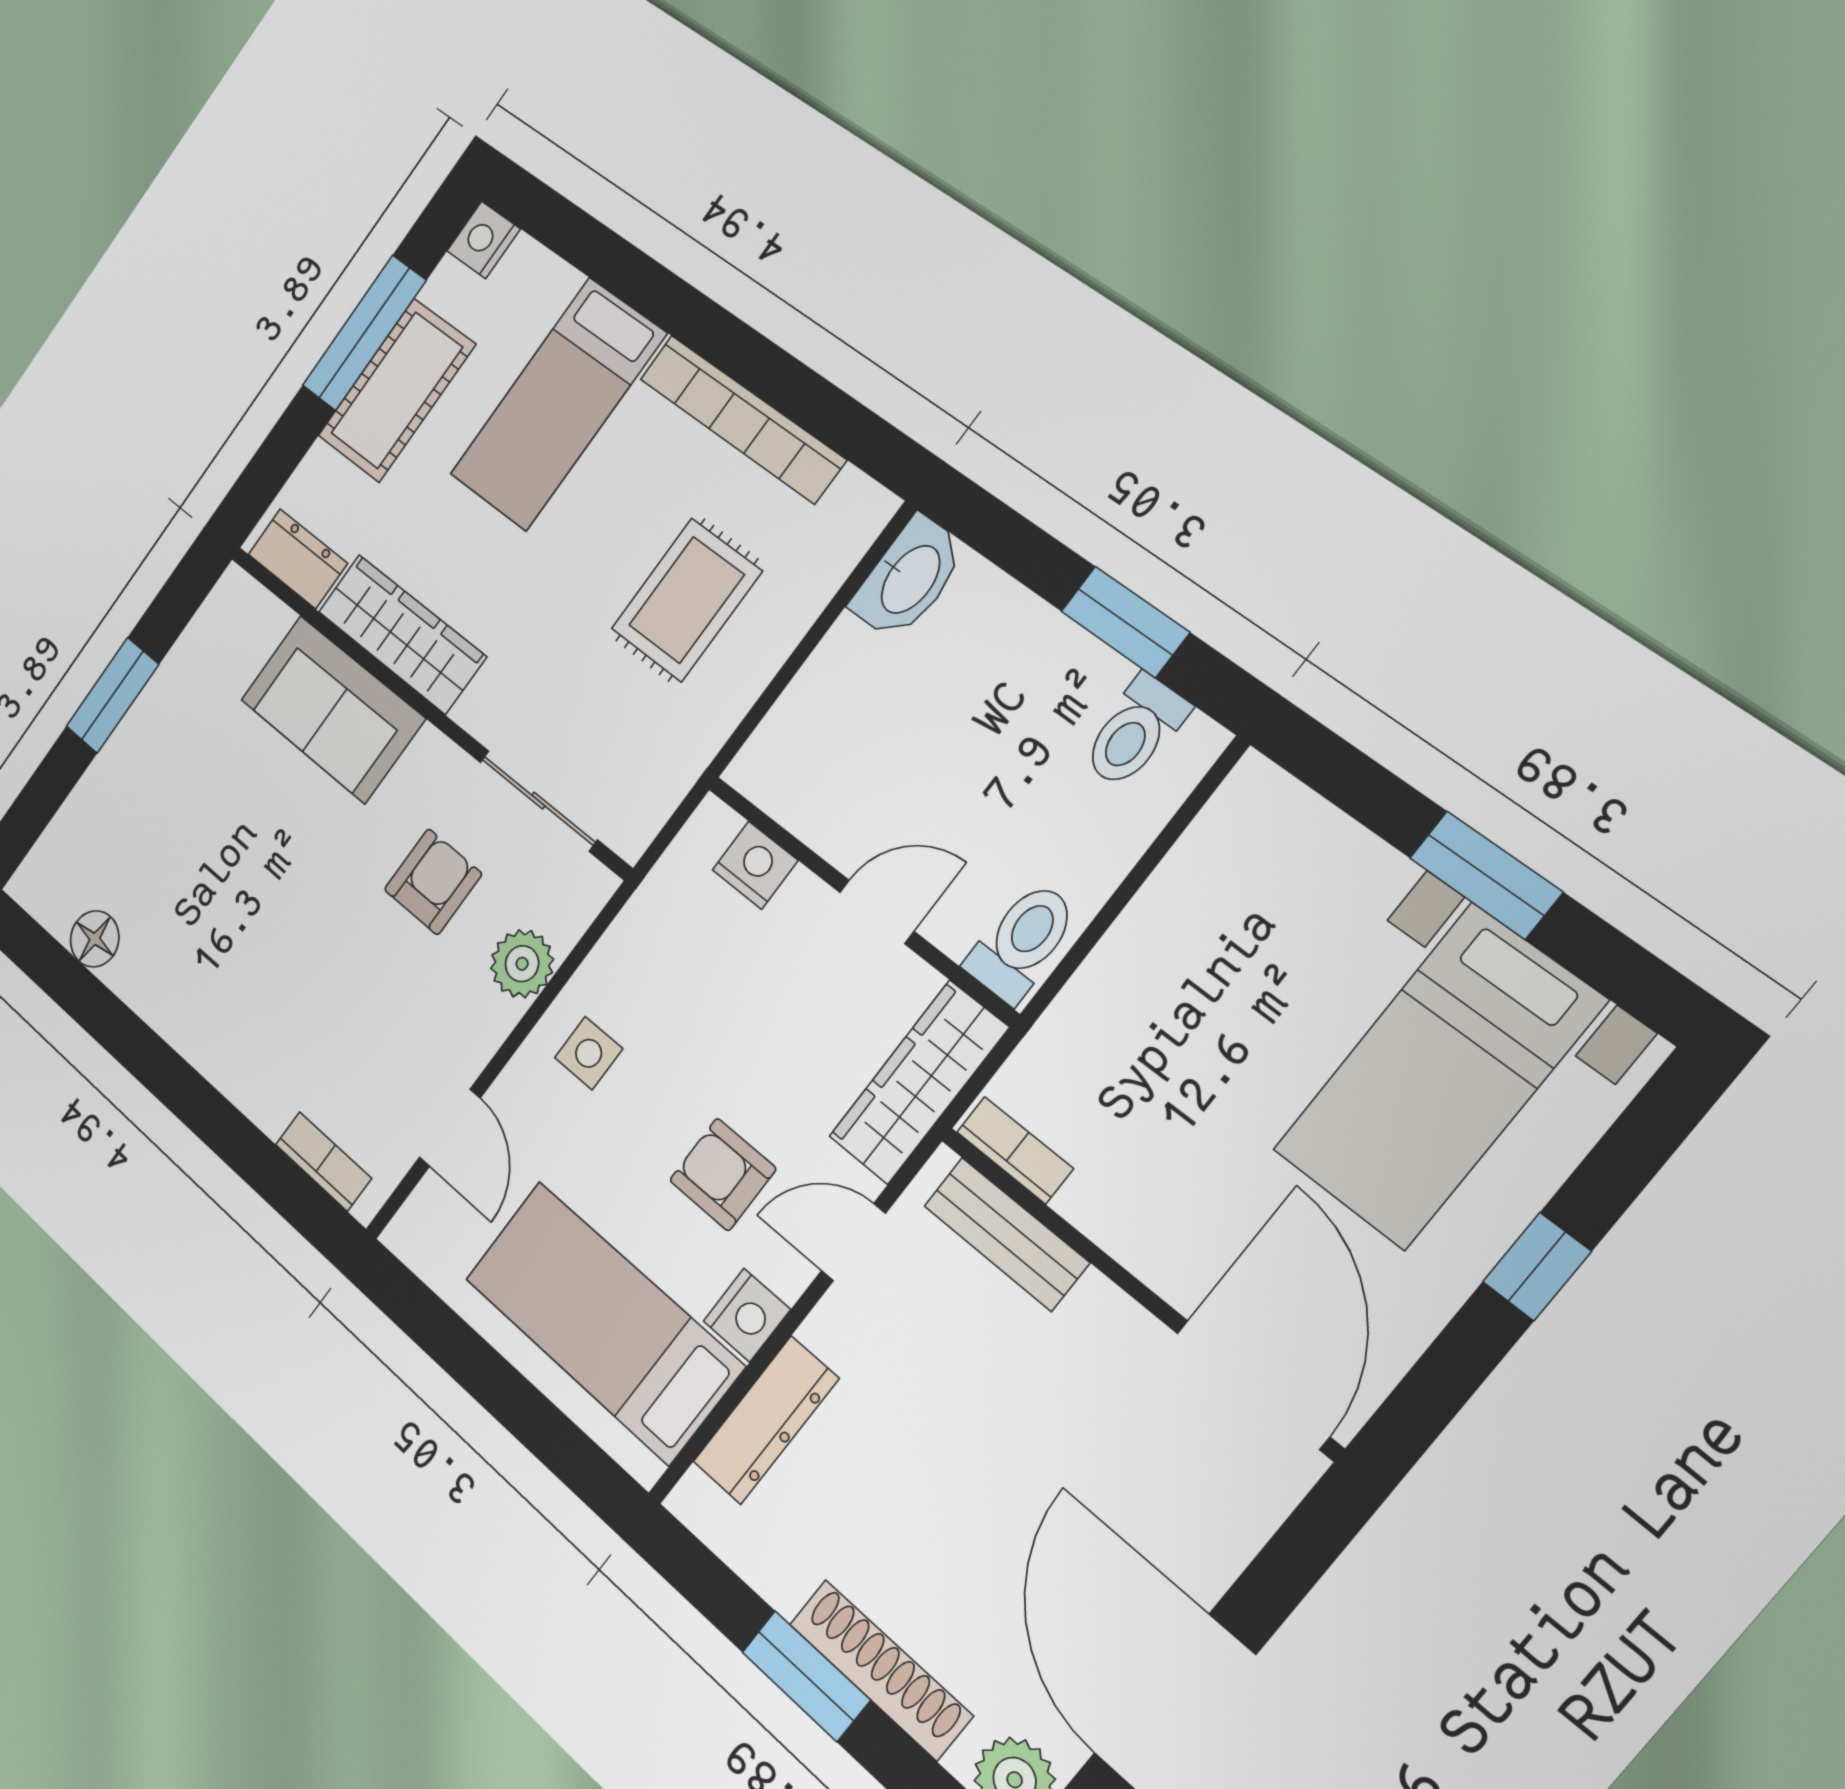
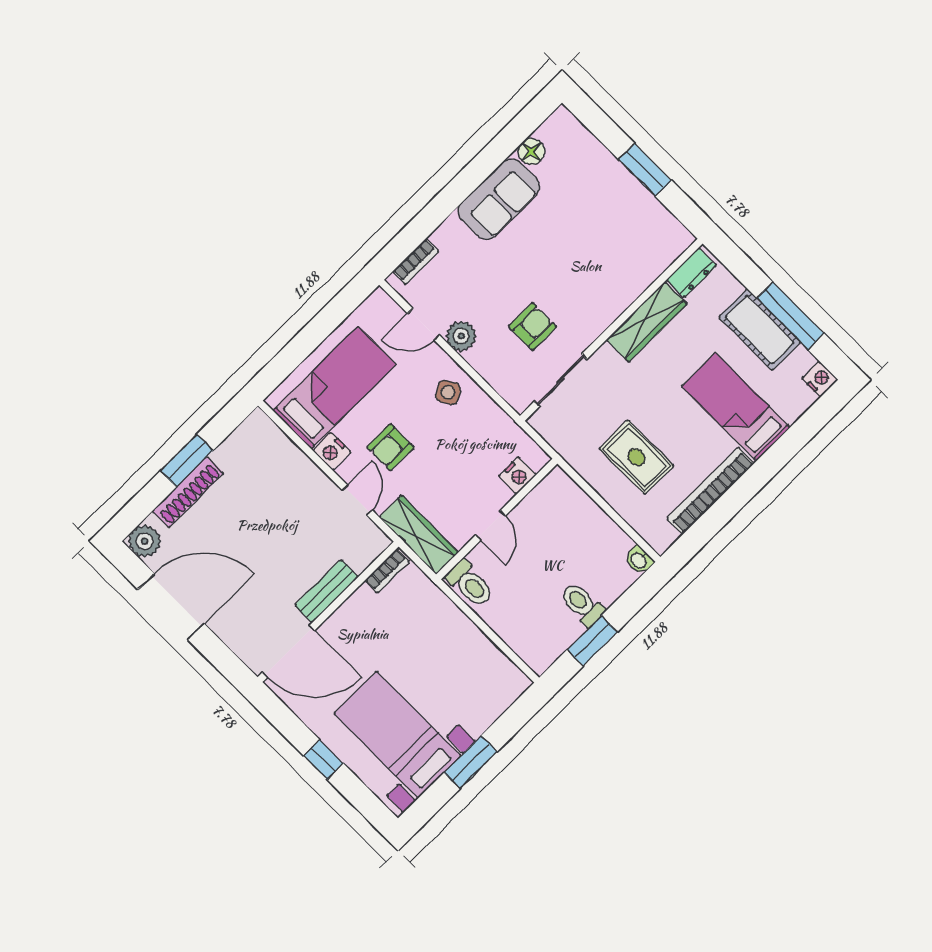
washbasin: (909, 578) -> (639, 560), width x0.52, depth x0.69
sofa: (332, 709) -> (499, 199), moved, turned 180
toilet: (1135, 732) -> (582, 604), moved
armchair: (433, 882) -> (533, 327), turned -90
plant: (522, 964) -> (461, 336), moved
side table: (589, 1053) -> (448, 392), turned -31
armchair: (723, 1175) -> (390, 447), turned 180
bench: (1006, 1234) -> (326, 591), moved
dresser: (766, 1420) -> (289, 455), removed

